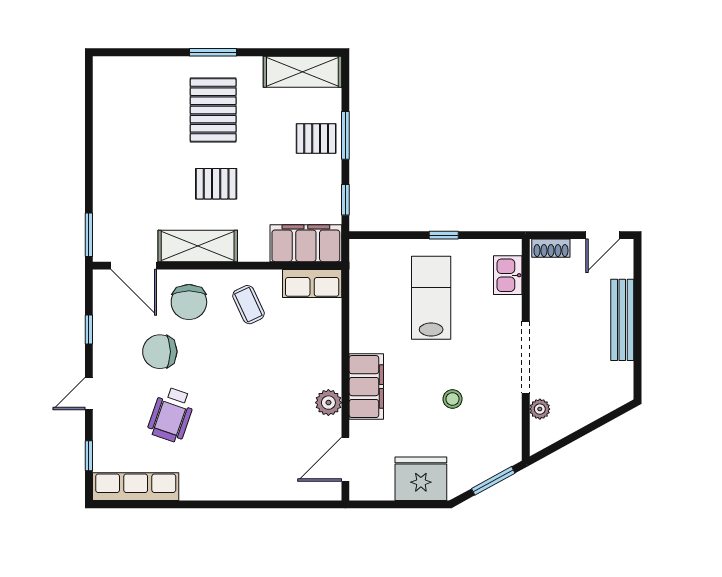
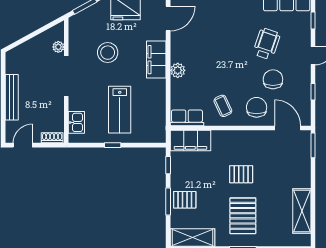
shelving: (198, 246) -> (302, 211), moved, turned 90
chair: (160, 352) -> (273, 79), turned -90
stool: (452, 399) -> (108, 53), width x1.89, depth x1.89
plant: (328, 403) -> (178, 70), moved

